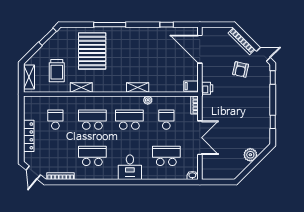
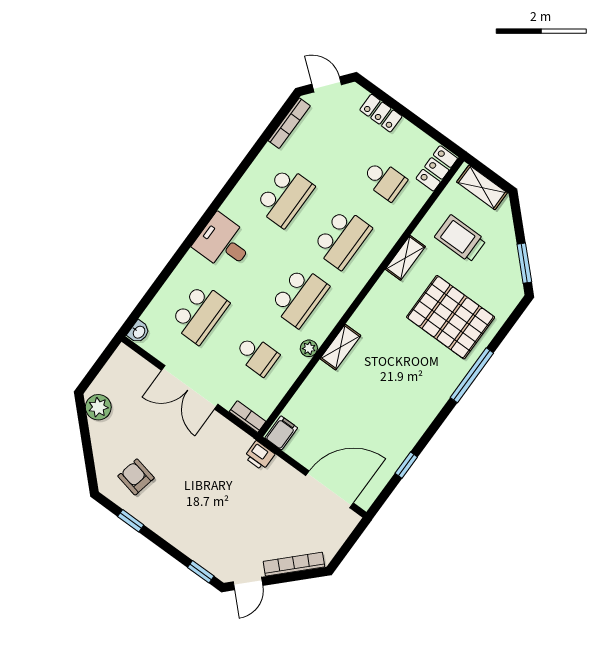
armchair: (241, 69) -> (136, 477), moved
locker: (35, 102) -> (437, 168), added
locker: (29, 136) -> (381, 113), width x0.66
plant: (250, 155) -> (98, 407), moved

